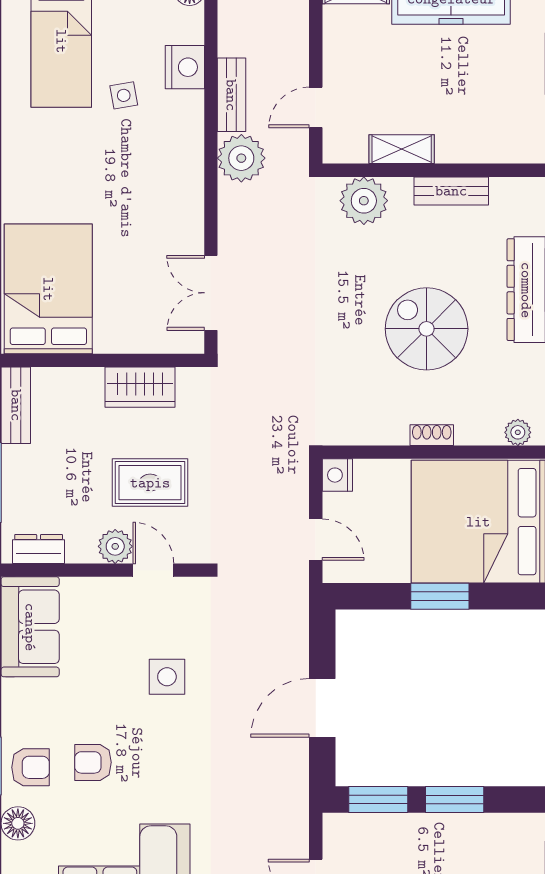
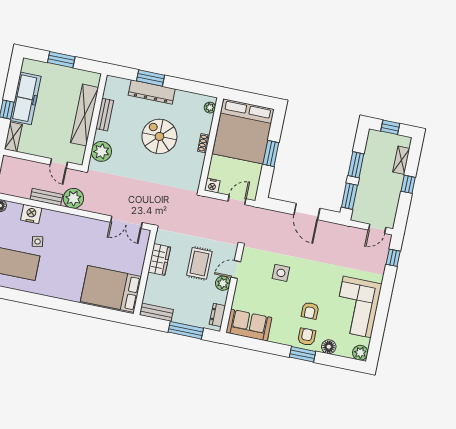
shelving: (402, 149) -> (85, 115), width x2.20, depth x1.33
spiral stairs: (427, 329) -> (159, 136), turned 90

